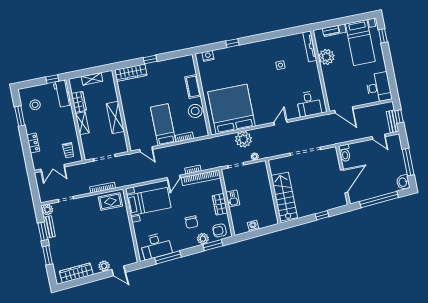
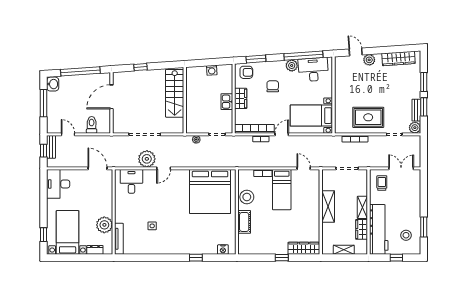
window: (52, 79) -> (396, 258), moved
workbench: (62, 93) -> (379, 229), width x1.88, depth x1.32
plant: (244, 139) -> (147, 159), moved
locker: (33, 143) -> (416, 197), removed
toilet: (345, 153) -> (92, 125), moved
rug: (110, 201) -> (368, 117), moved, width x1.36, depth x1.43
plant: (203, 239) -> (292, 65), moved
window: (168, 257) -> (303, 56), width x1.46

